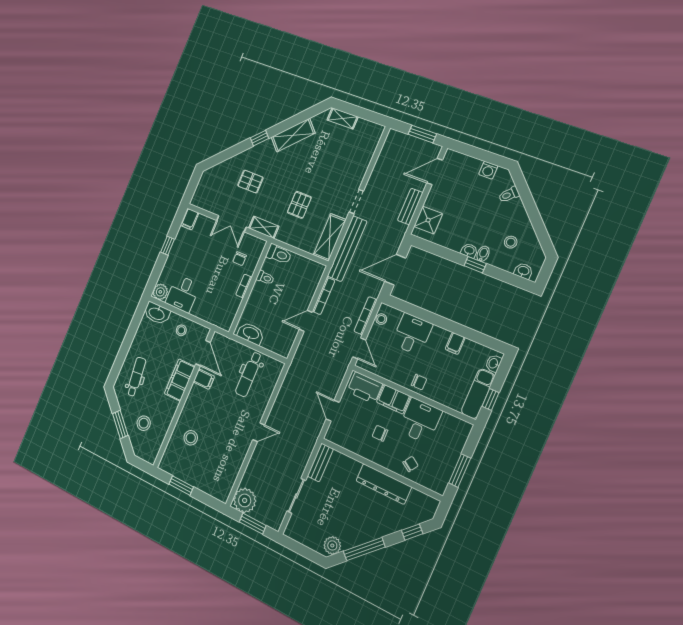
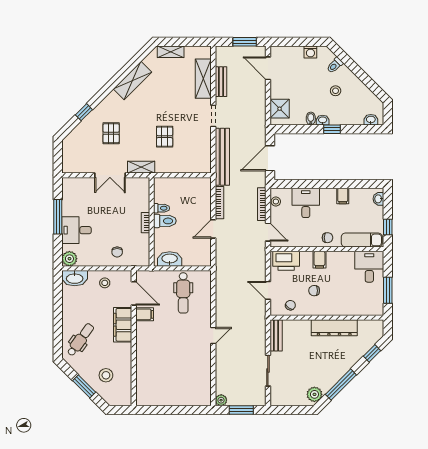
window: (259, 138) -> (84, 112), moved
door: (435, 171) -> (268, 68), hinge flipped
pallet: (250, 182) -> (111, 133), turned 90
bench: (410, 207) -> (221, 82), moved
filing cabinet: (190, 219) -> (68, 186), removed
shelving: (330, 237) -> (203, 79), moved
stool: (511, 242) -> (336, 91), moved
window: (167, 246) -> (58, 217), width x2.17
toilet: (279, 254) -> (165, 221), moved
bidet: (483, 254) -> (311, 119), moved
chair: (240, 259) -> (117, 252), moved
desk: (183, 294) -> (76, 230), moved, turned 90
dental chair: (136, 377) -> (80, 340), turned 43
exam couch: (478, 394) -> (362, 240), moved, turned 90
filing cabinet: (393, 399) -> (319, 260), width x0.50
desk: (420, 421) -> (369, 267), moved
stool: (191, 438) -> (155, 367), removed
chair: (410, 464) -> (290, 305), moved
window: (181, 486) -> (165, 410), removed
plant: (245, 500) -> (221, 400), width x0.53, depth x0.53

